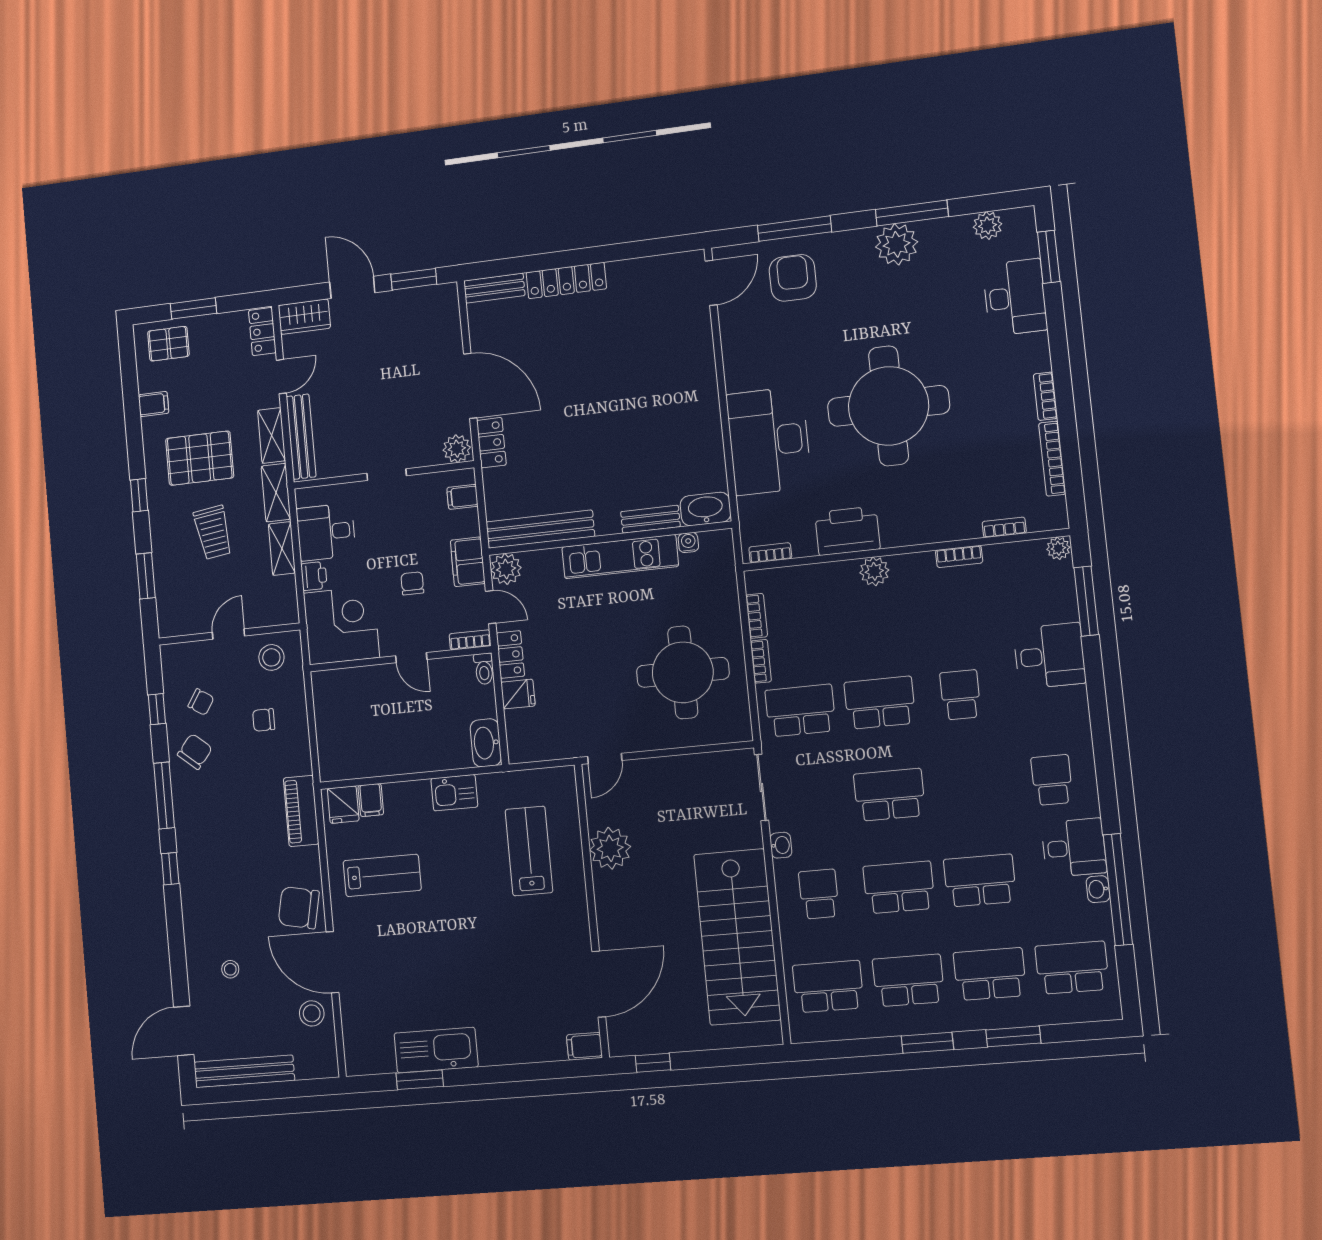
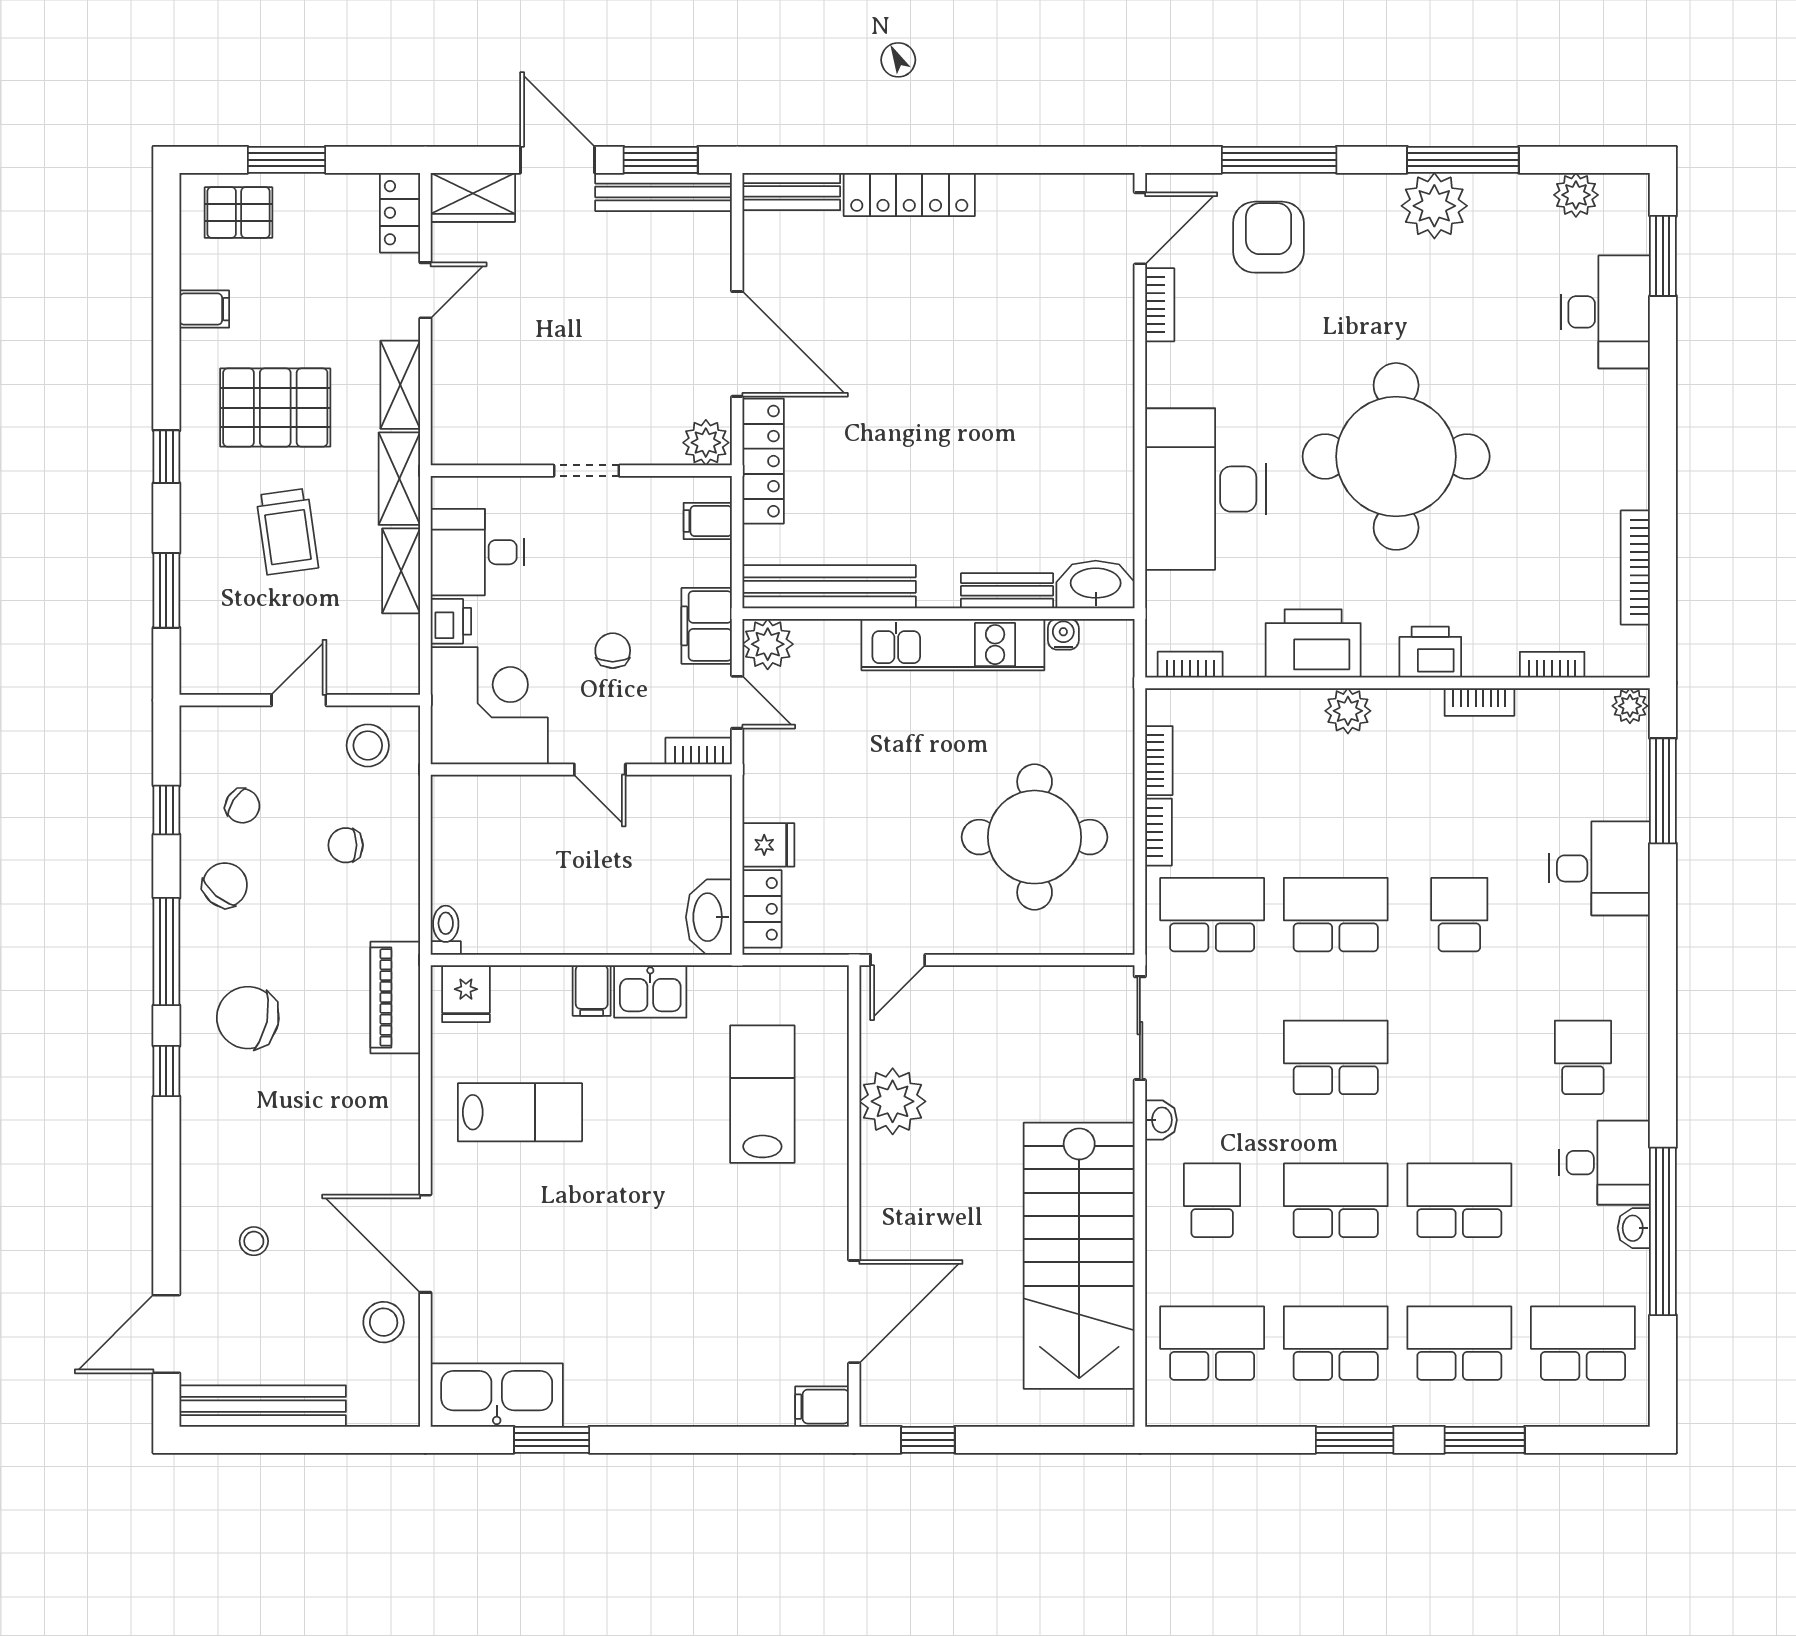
bookcase: (1045, 396) -> (1160, 305), moved, turned 180
bench: (301, 437) -> (664, 192), moved, turned 90
locker: (491, 443) -> (763, 461), width x1.53
printer: (924, 528) -> (1430, 652), added
locker: (510, 654) -> (762, 909), moved
toilet: (484, 669) -> (446, 930), moved, turned 180
filing cabinet: (371, 800) -> (592, 991), moved
chair: (299, 908) -> (248, 1018), moved
kitchen sink: (436, 1050) -> (497, 1395), moved

